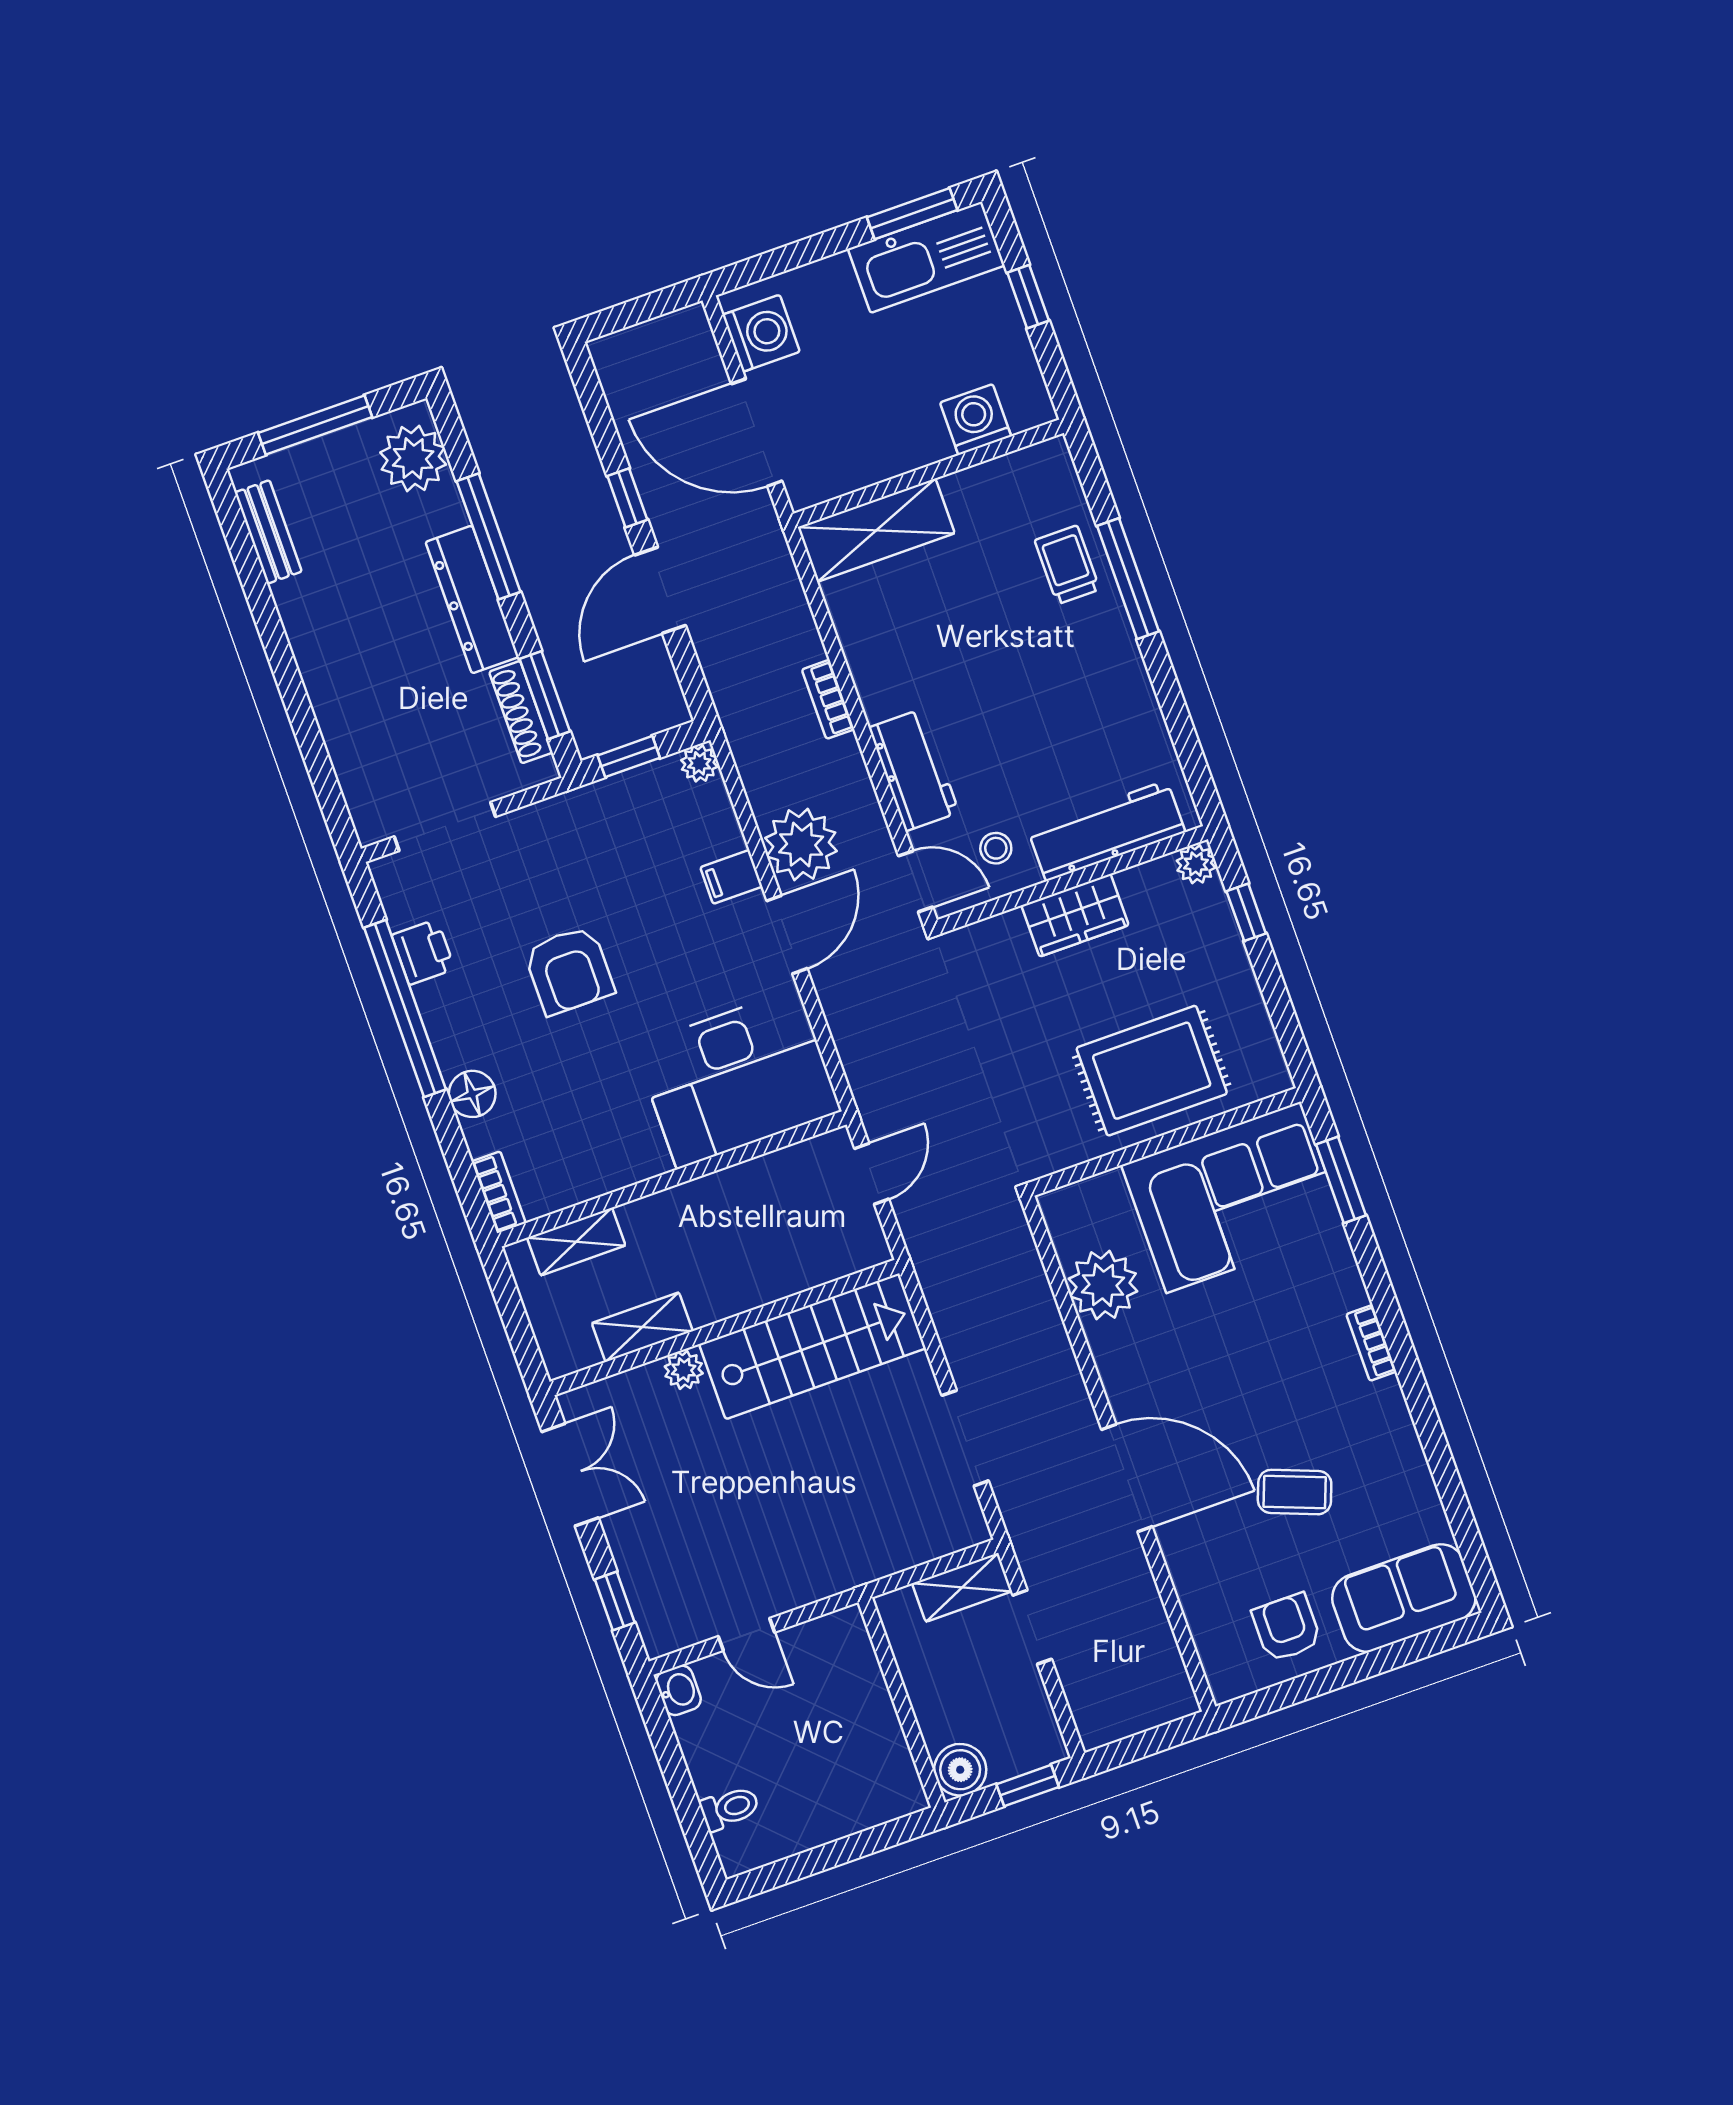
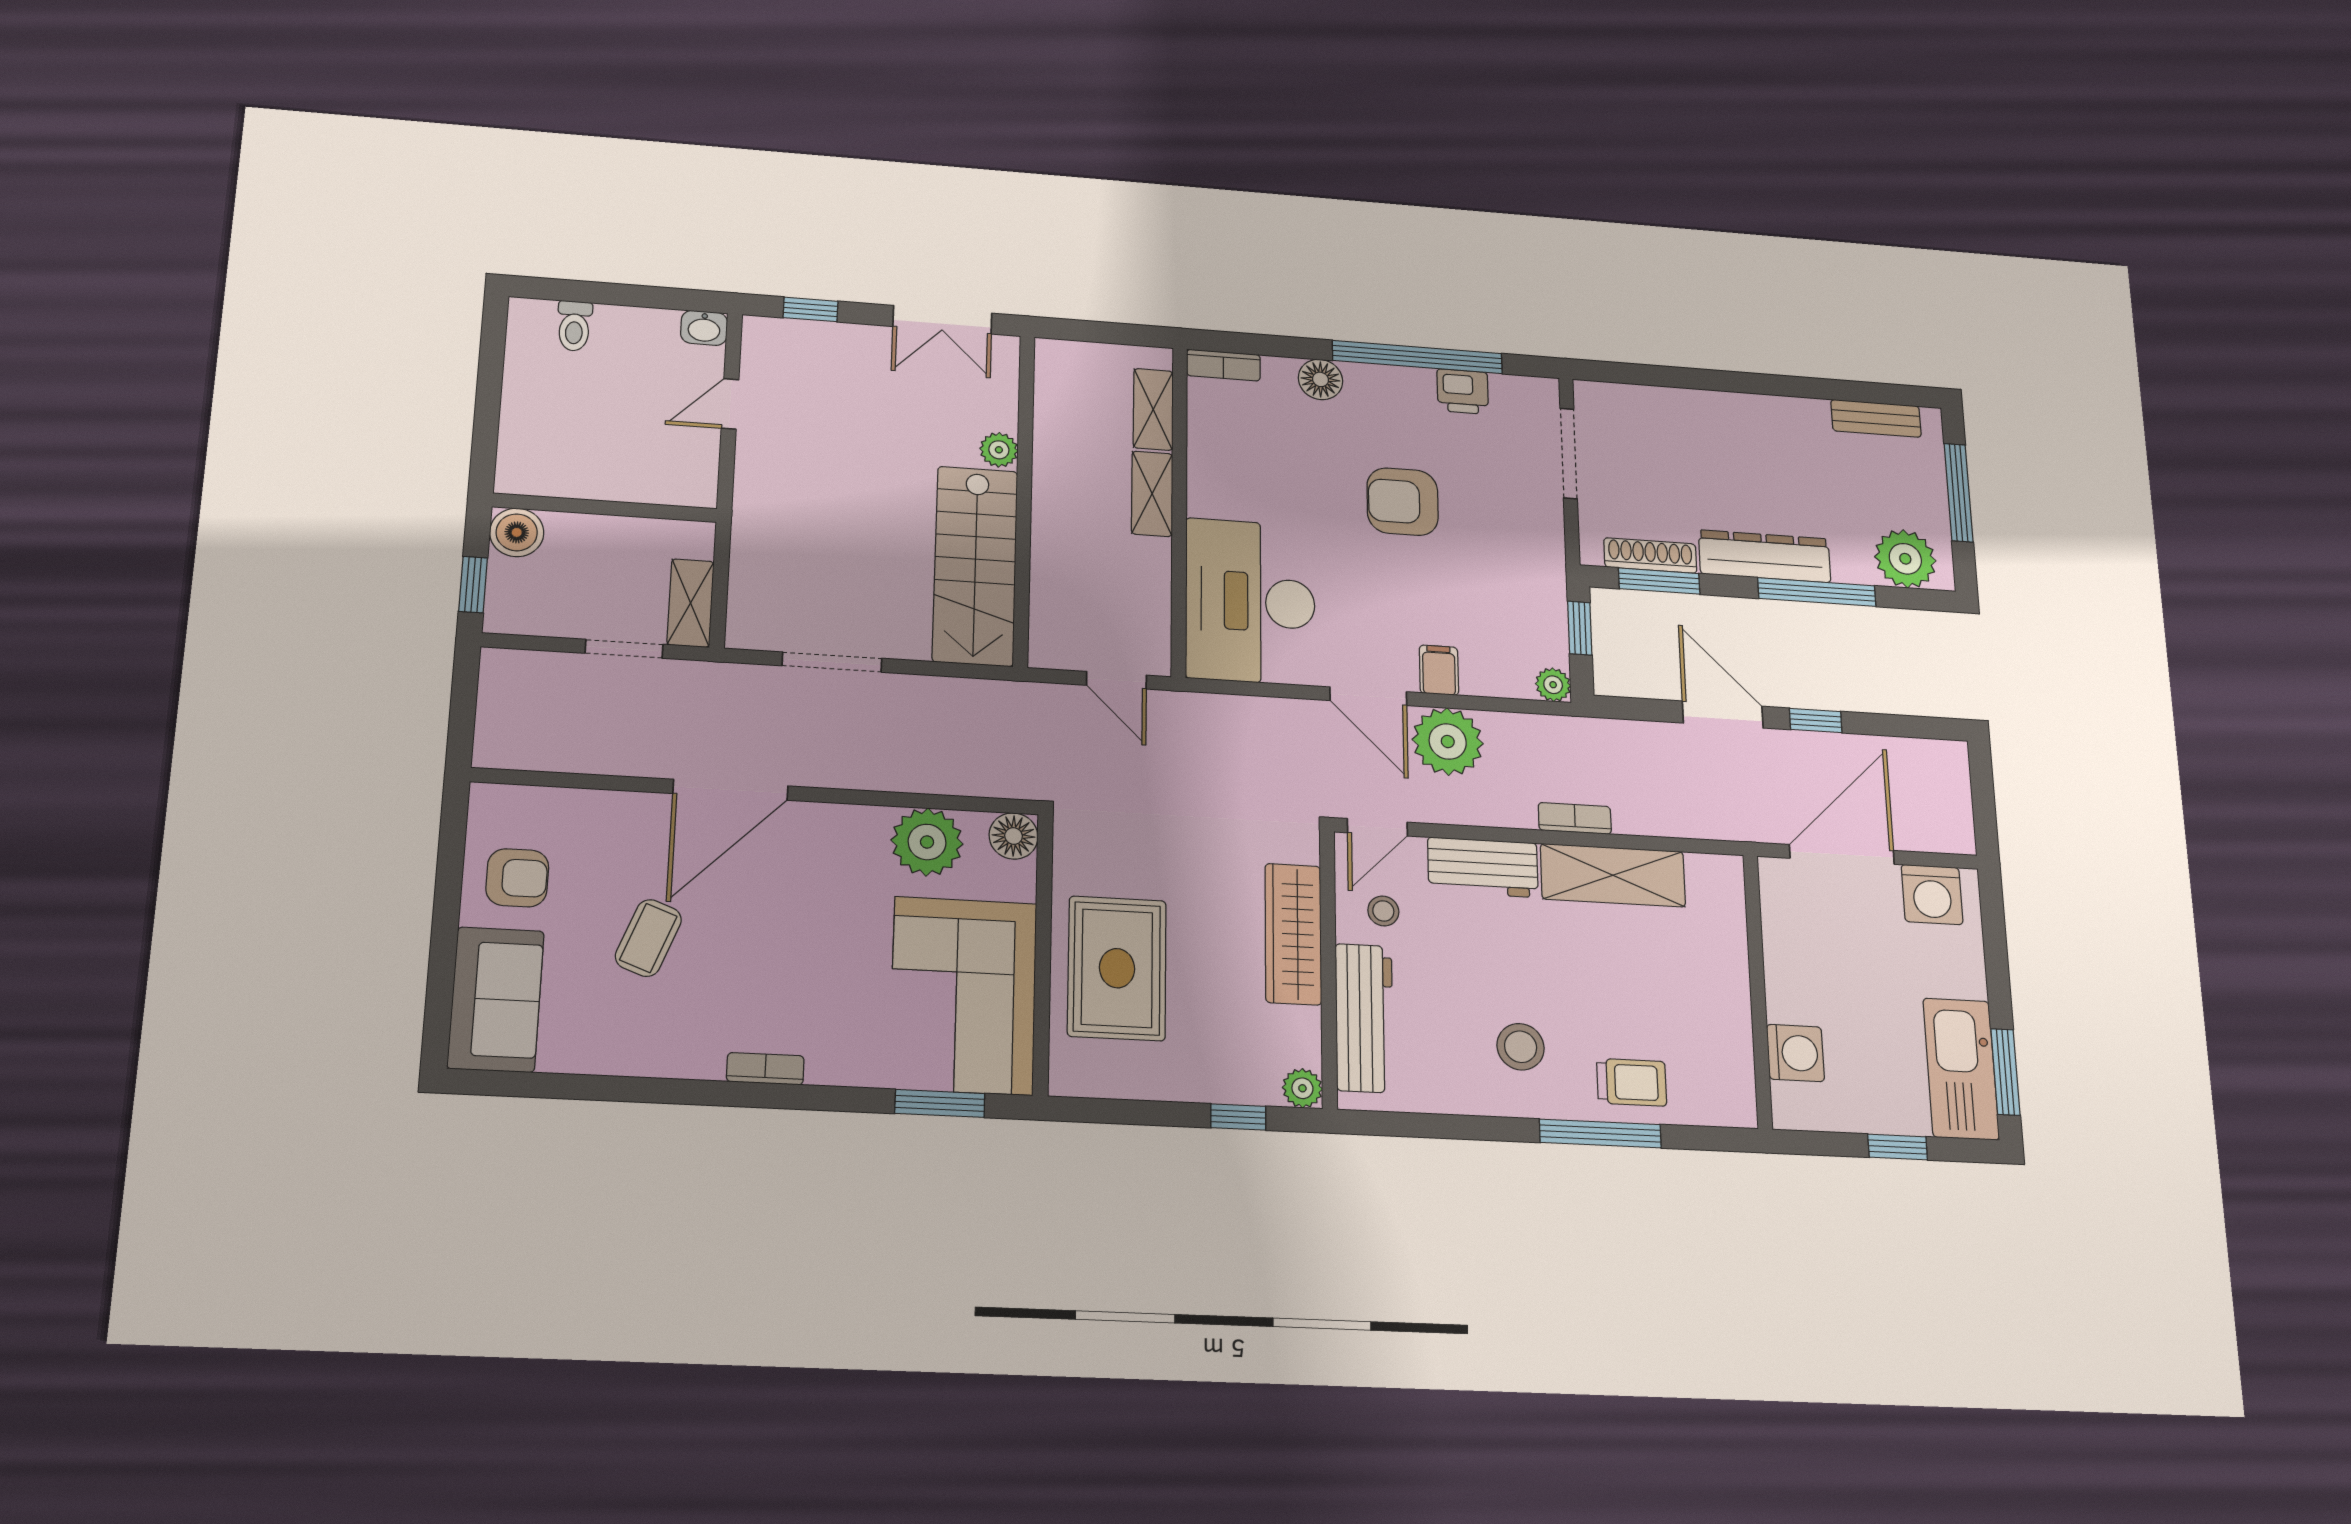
shelving: (876, 530) -> (1613, 875), moved, turned 90
stool: (1075, 678) -> (1521, 1047), added
wardrobe: (1075, 915) -> (1293, 934), width x1.50
floor lamp: (1065, 1210) -> (1014, 836), added
shelving: (642, 1327) -> (1152, 494), moved

